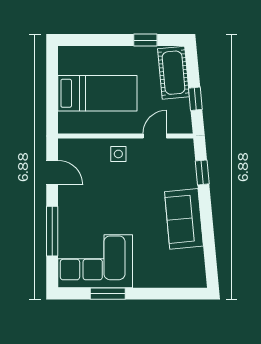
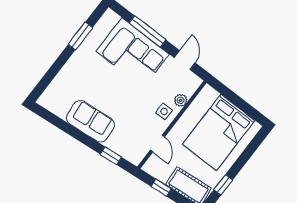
bed: (97, 93) -> (219, 132), width x1.50
plant: (95, 146) -> (181, 100), added
door: (52, 173) -> (185, 60), swing flipped
corner sofa: (95, 261) -> (133, 53), moved, turned 90

